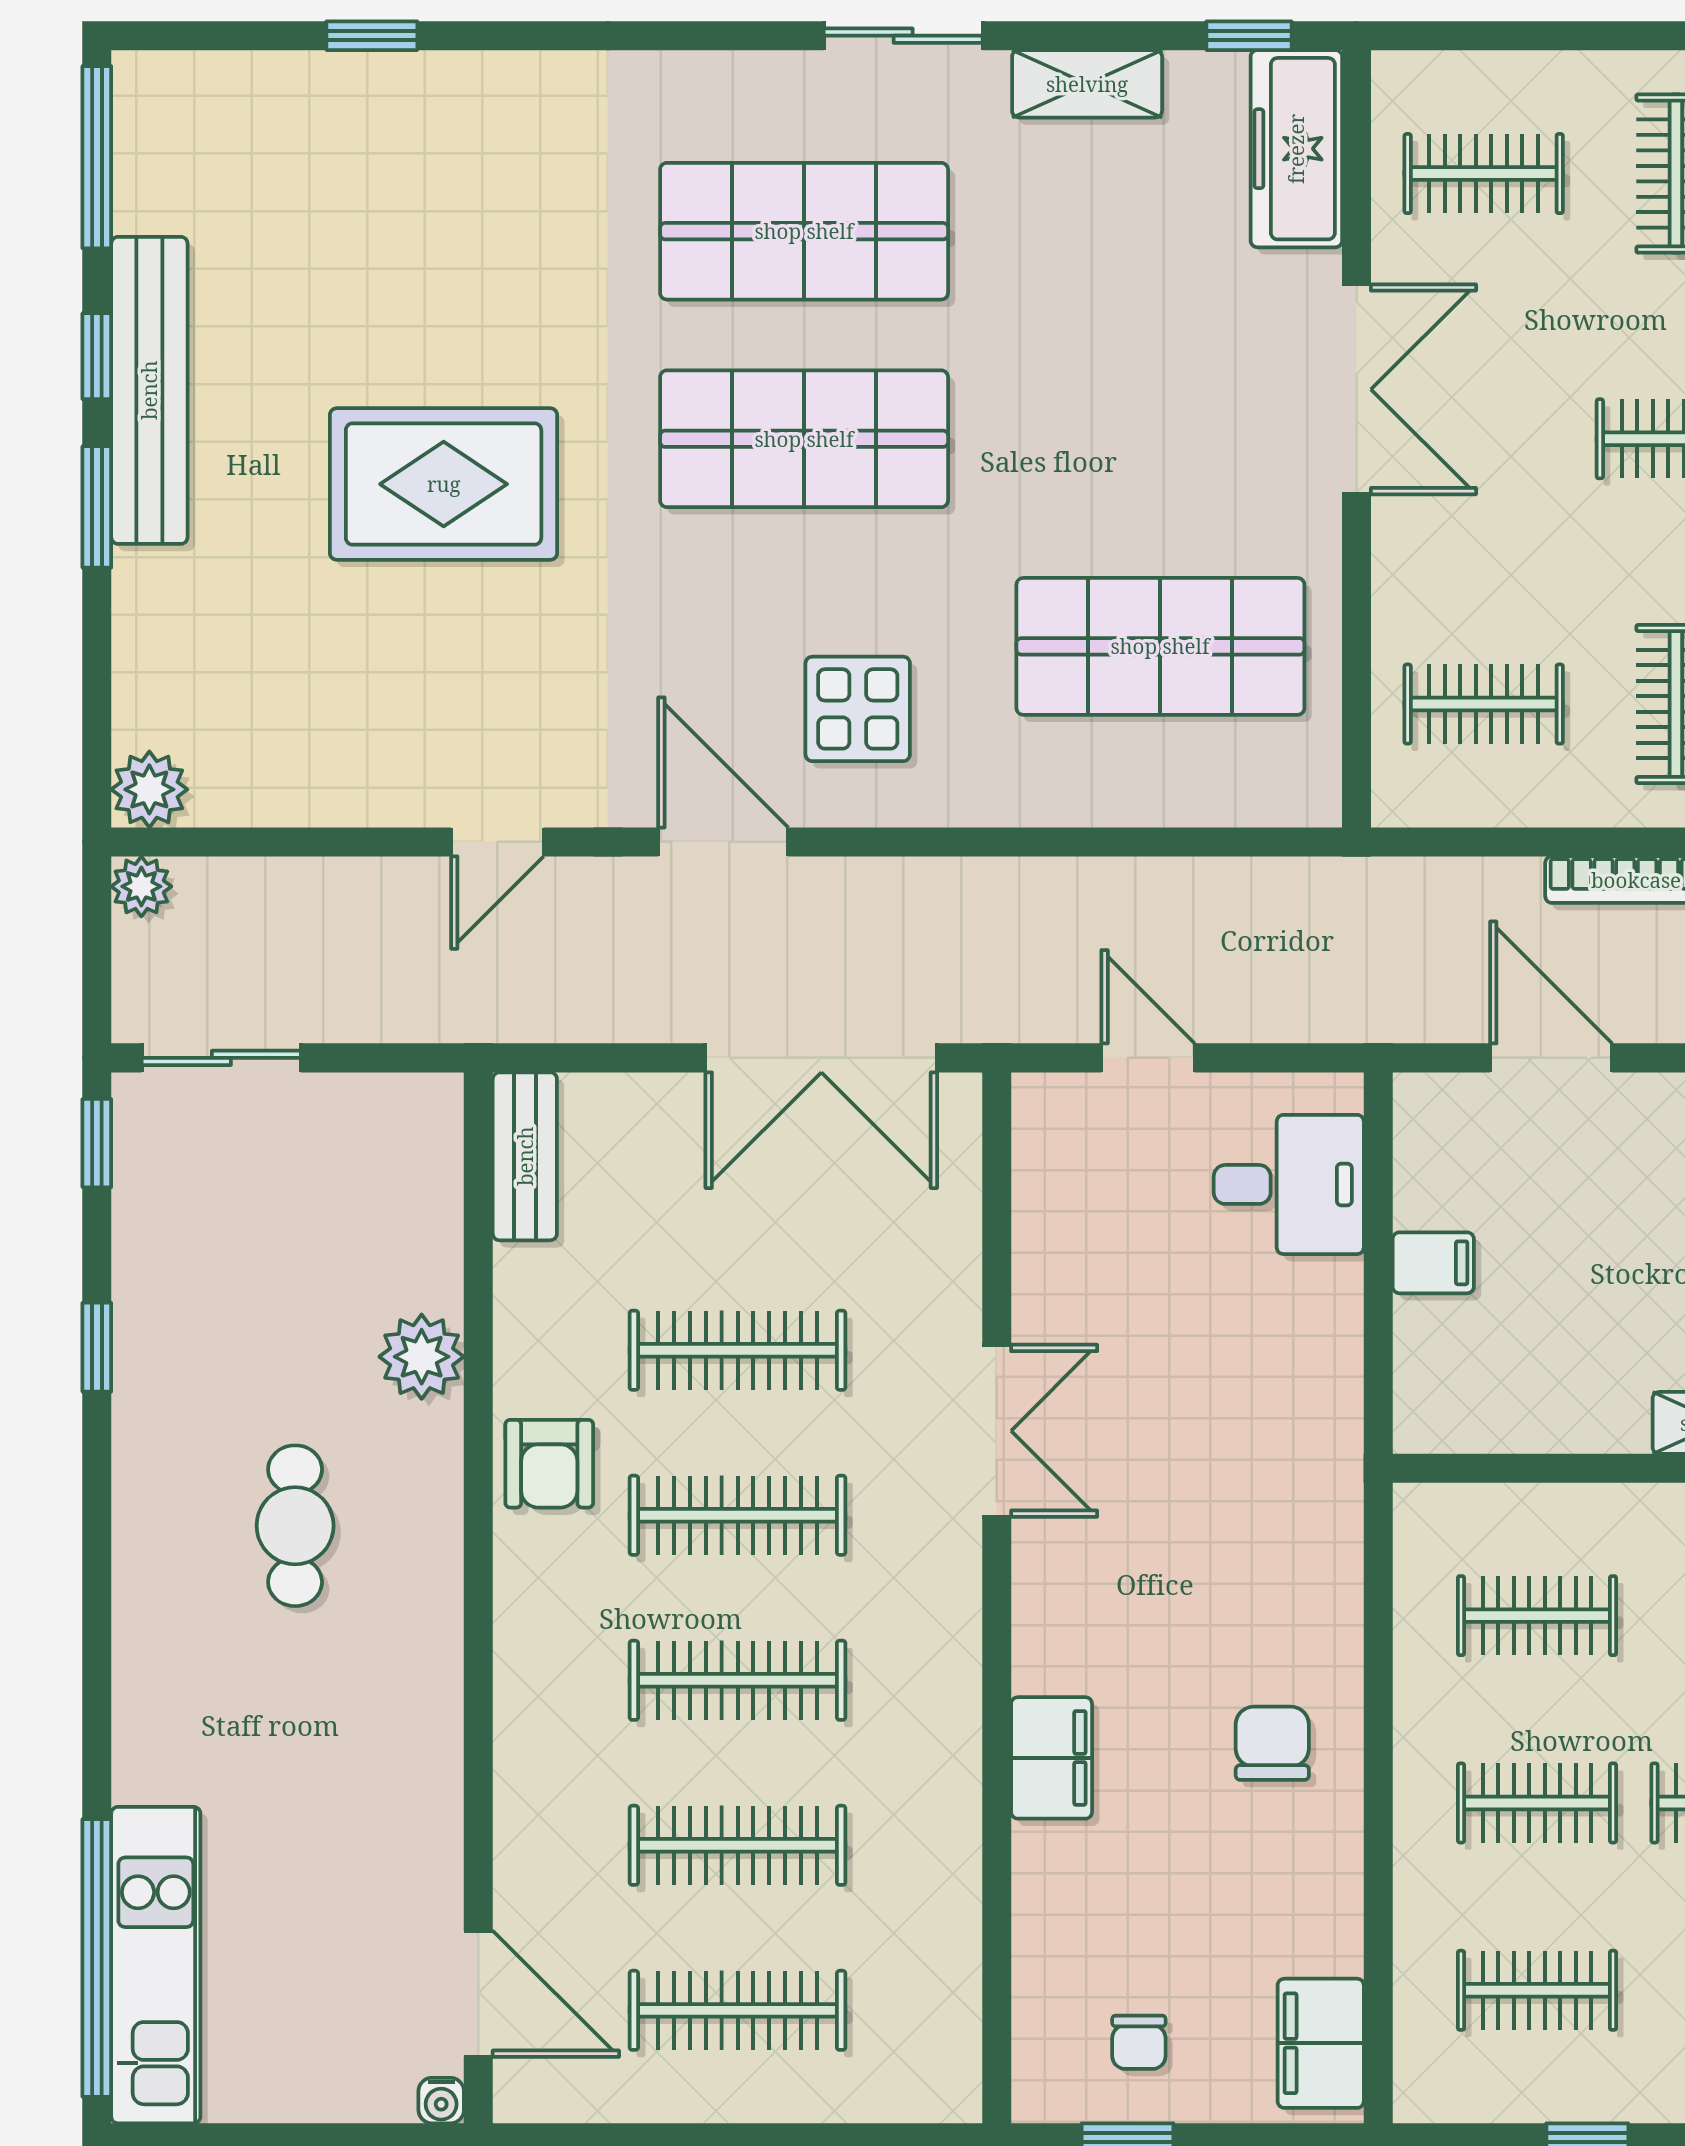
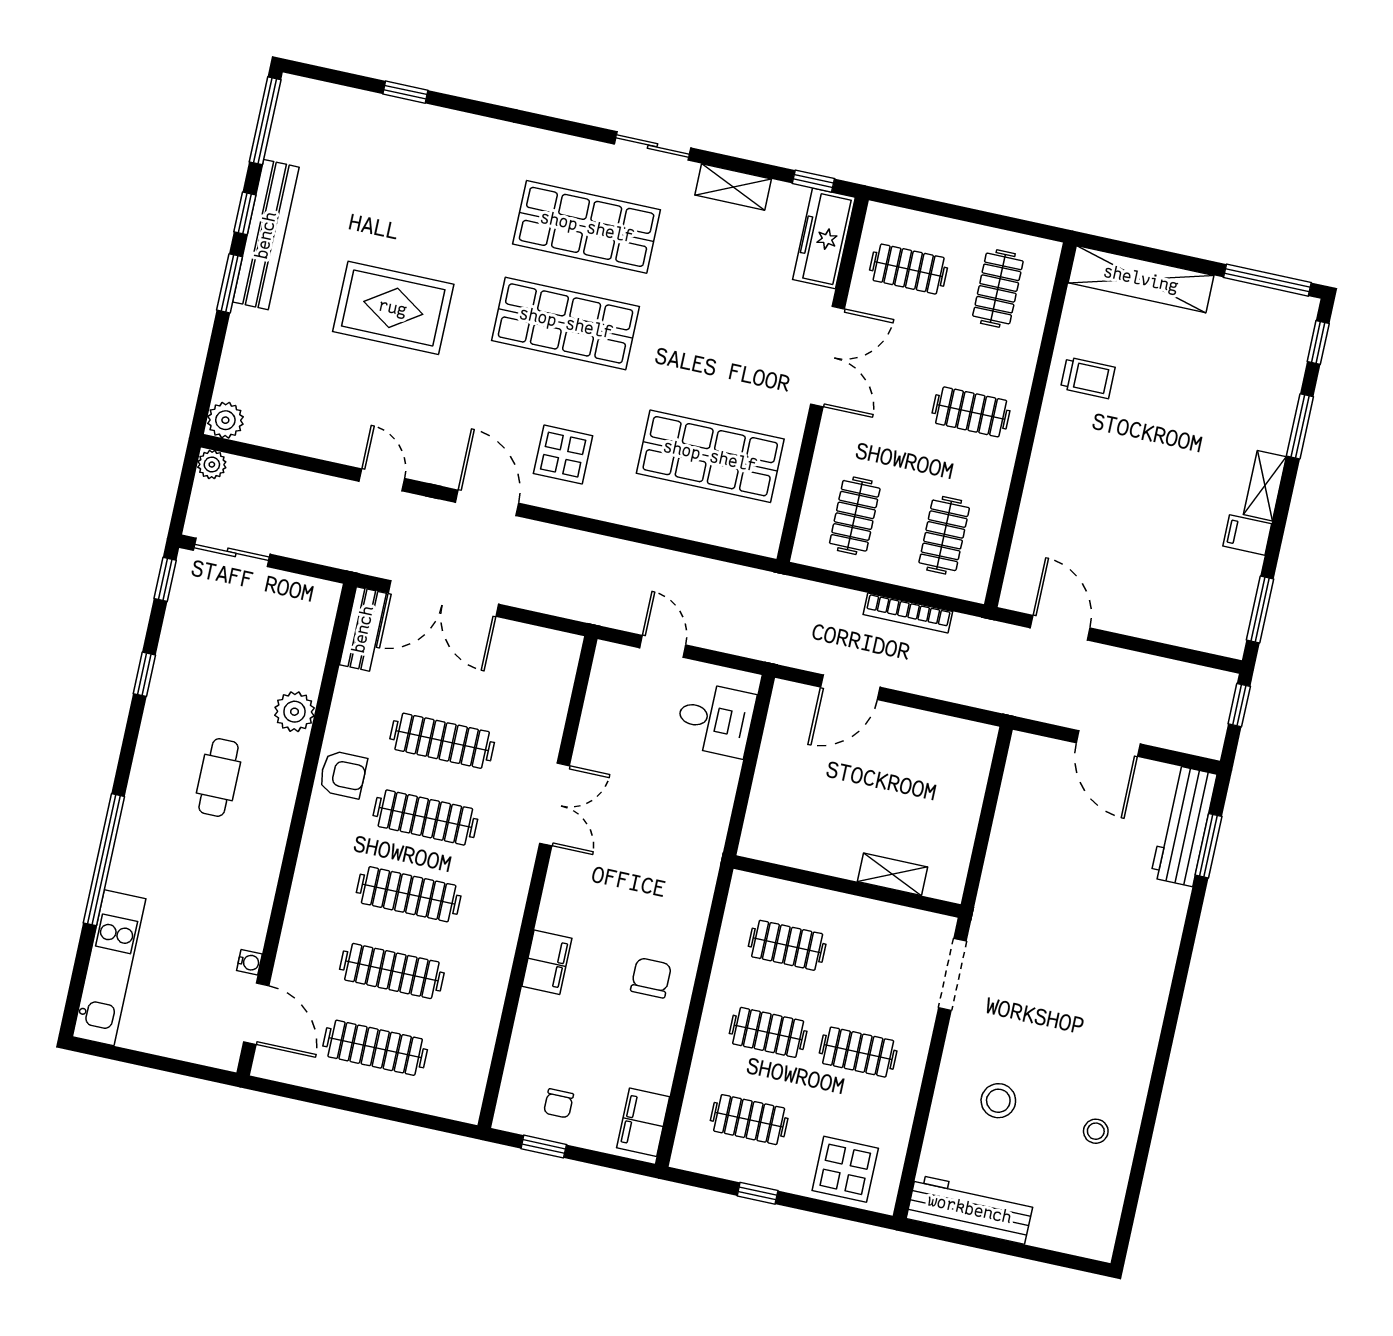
clothes rail: (1484, 704) -> (855, 516), turned 90
door: (497, 842) -> (382, 480), swing flipped
double door: (821, 1058) -> (443, 599), moved
door: (1551, 1058) -> (850, 687), swing flipped
filing cabinet: (1433, 1263) -> (775, 771), removed
armchair: (549, 1464) -> (343, 774), turned -90
window: (97, 1958) -> (104, 860), moved
water cooler: (441, 2101) -> (249, 962), moved, turned -90

